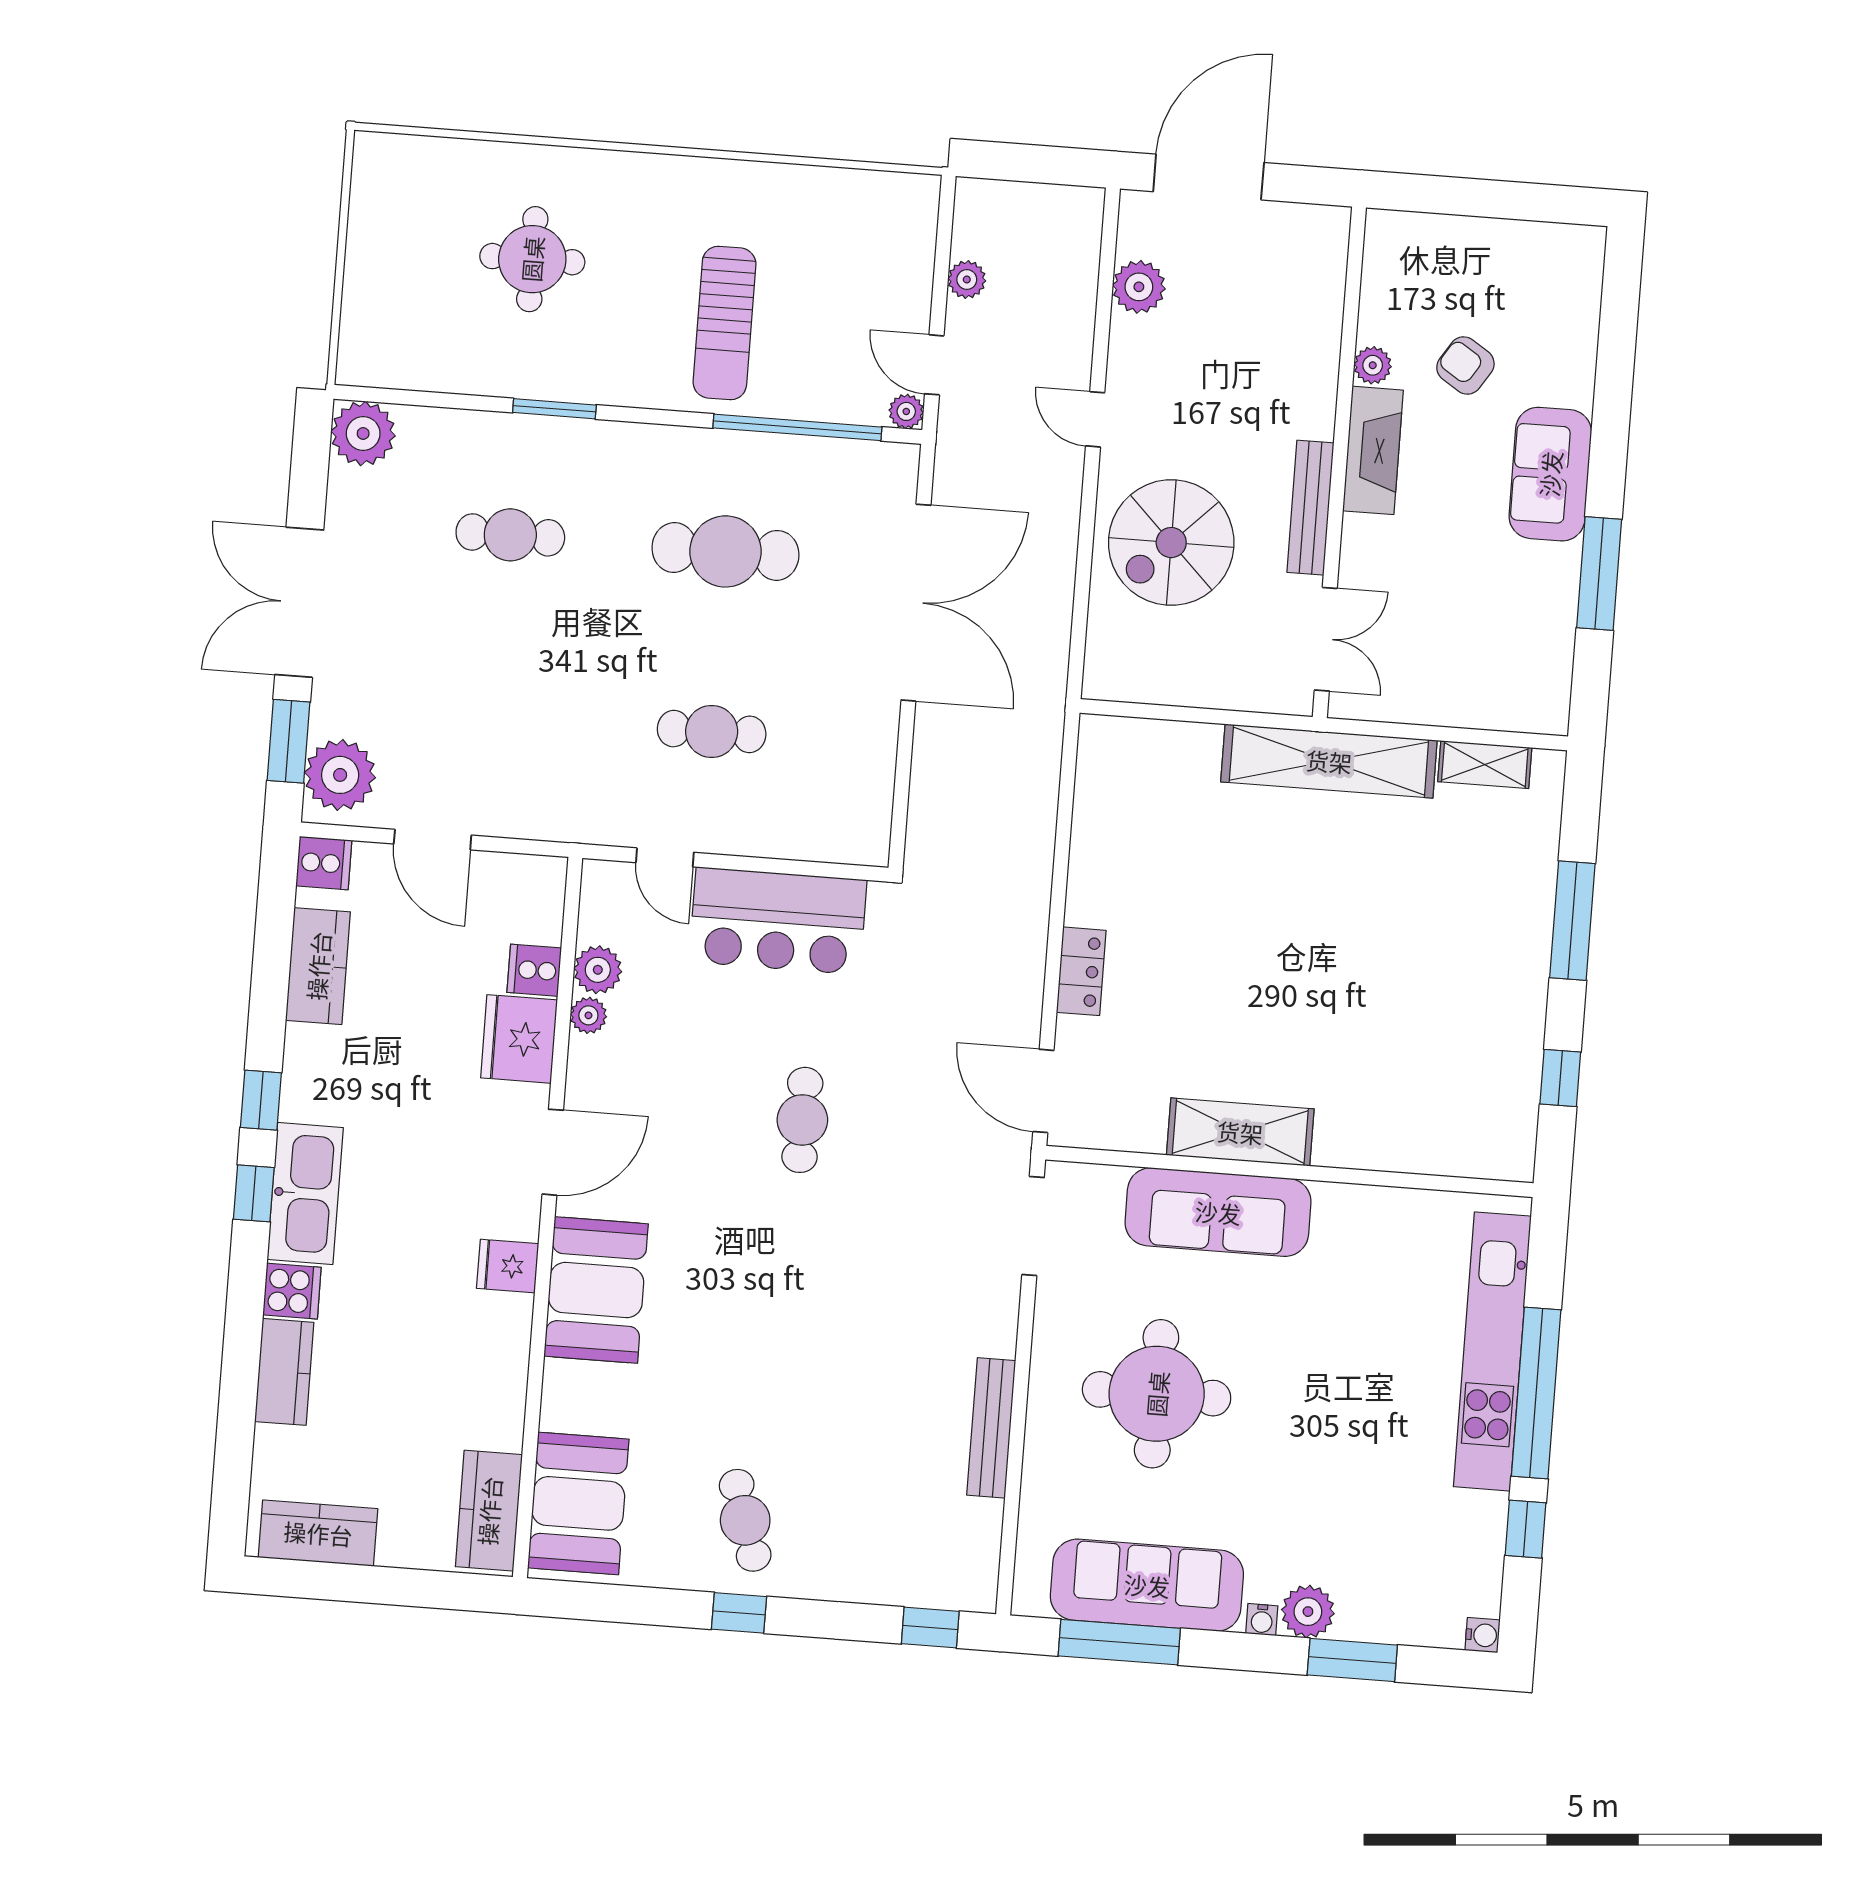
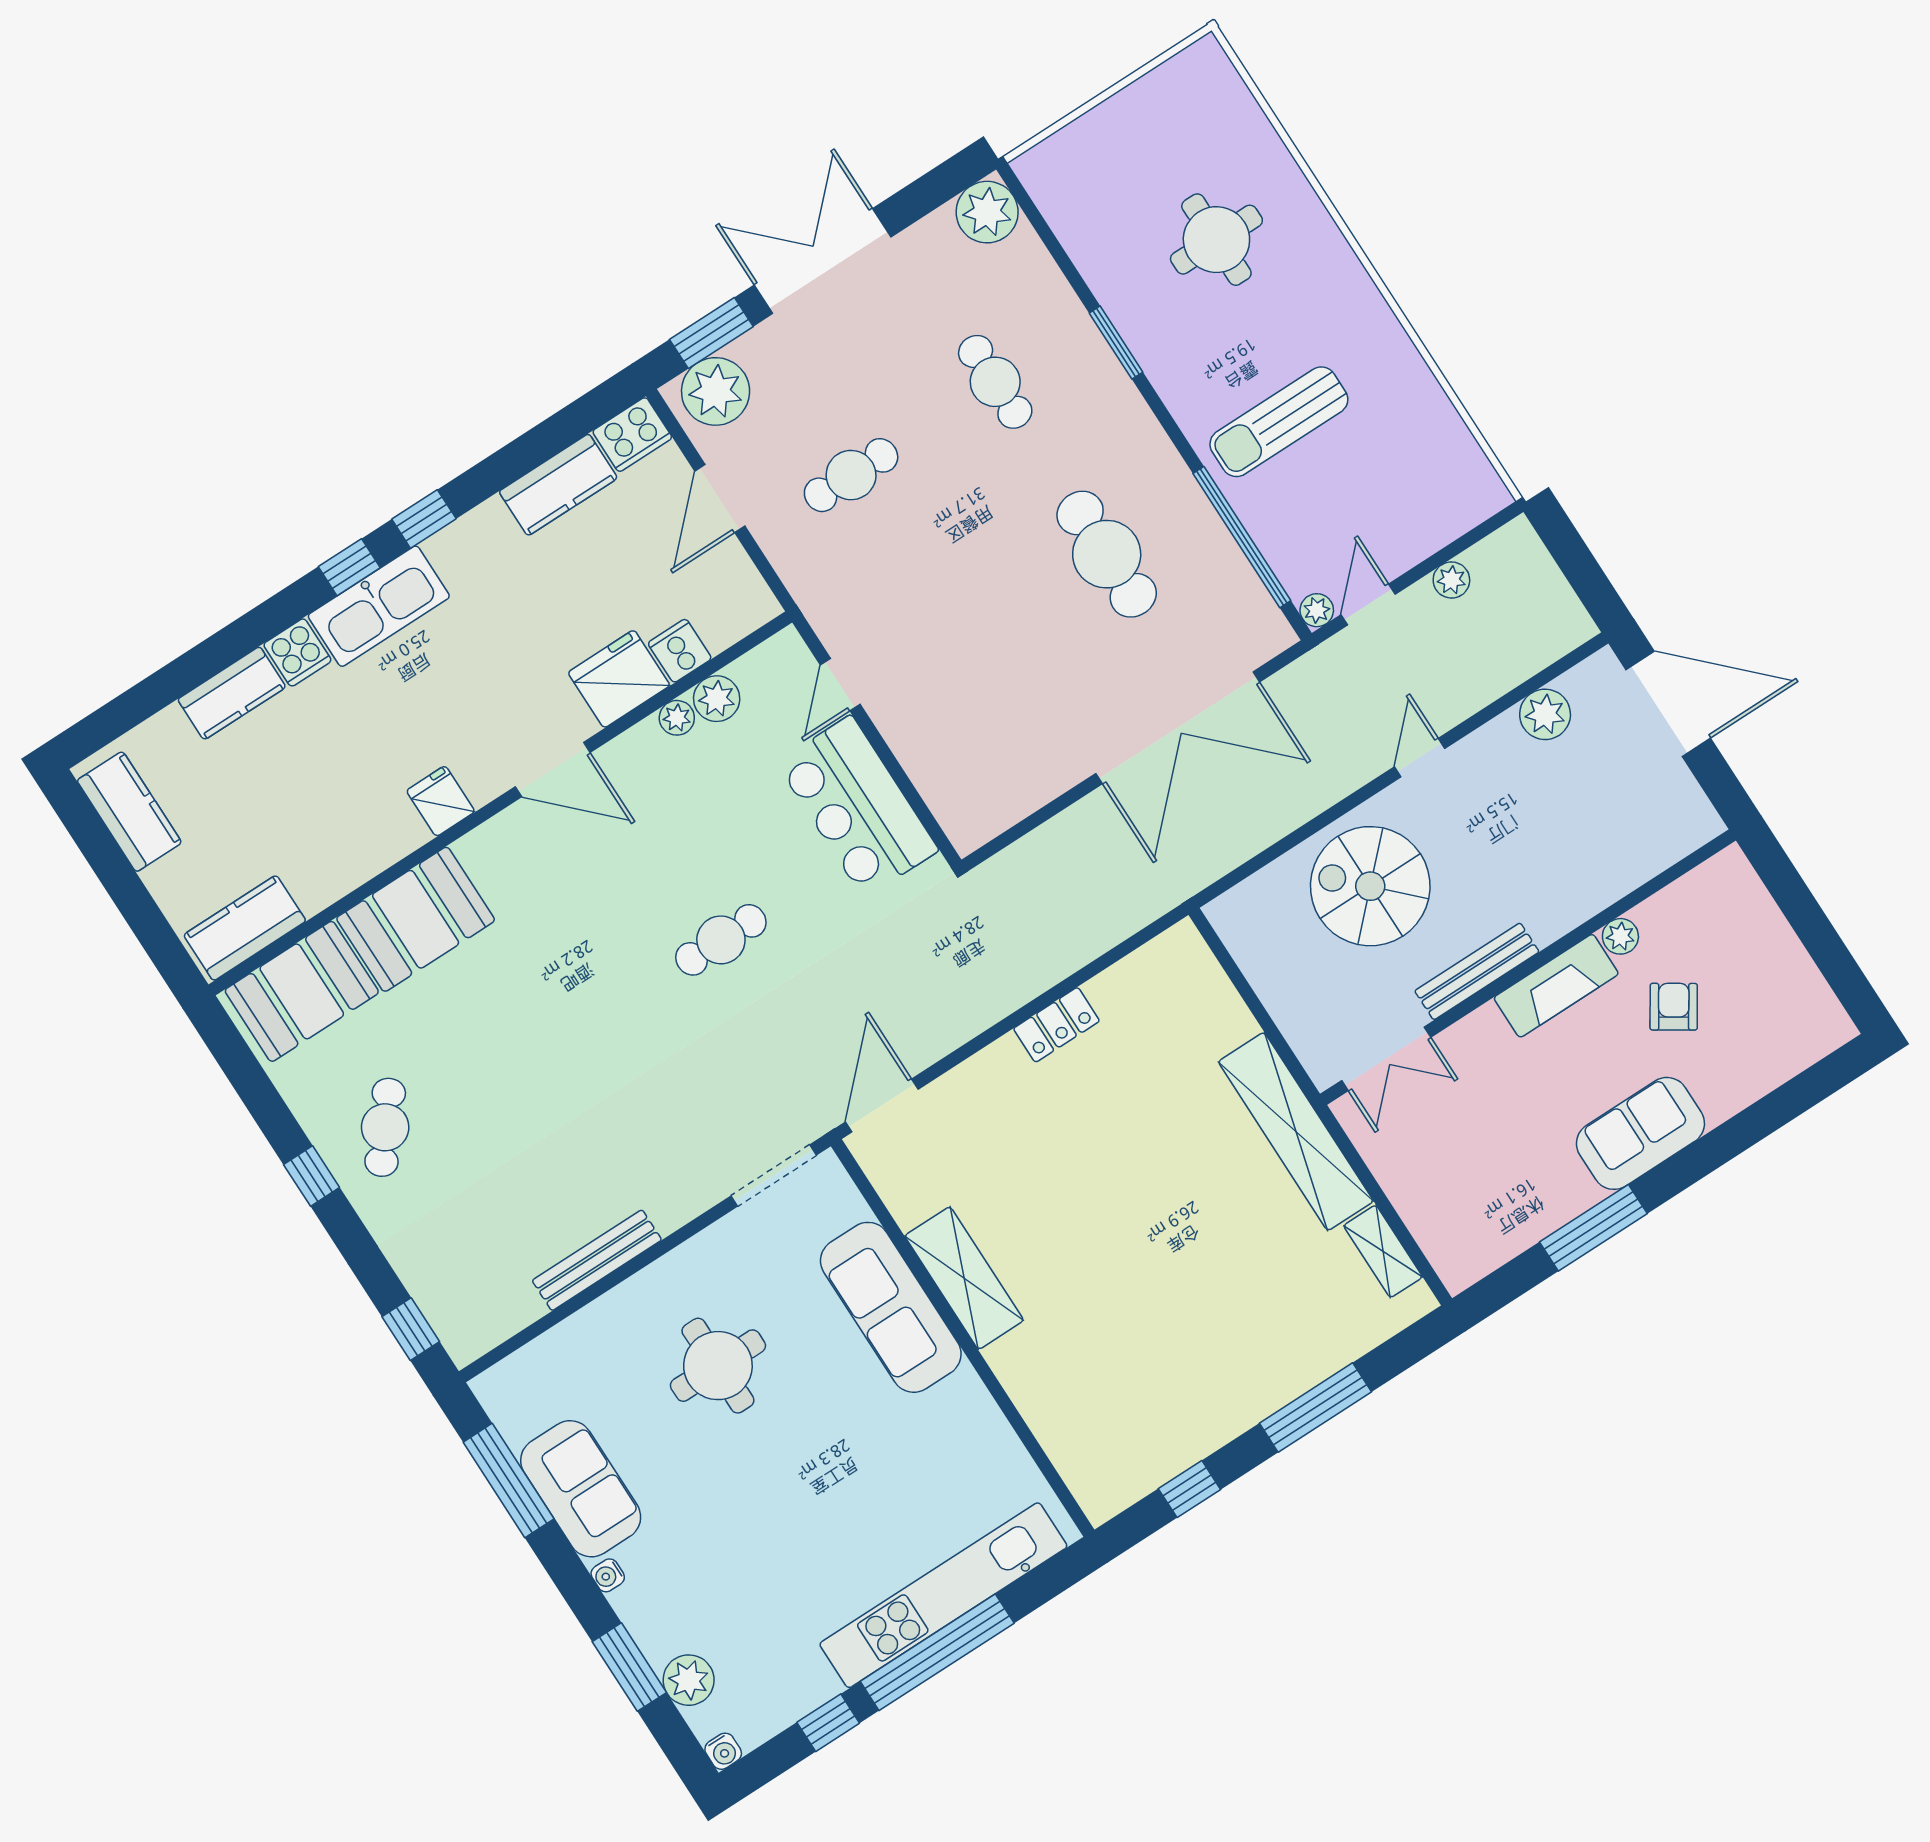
cafe table: (712, 731) -> (851, 475), moved, turned 90
cooker: (324, 863) -> (632, 435), width x1.36
locker: (1081, 971) -> (1056, 1025), moved
booth: (596, 1290) -> (416, 919), moved
round table: (1157, 1394) -> (718, 1366), width x0.73, depth x0.73
cafe table: (745, 1520) -> (385, 1127), turned -33
sofa: (1147, 1585) -> (581, 1489), width x0.73
plant: (1308, 1612) -> (689, 1680), moved

